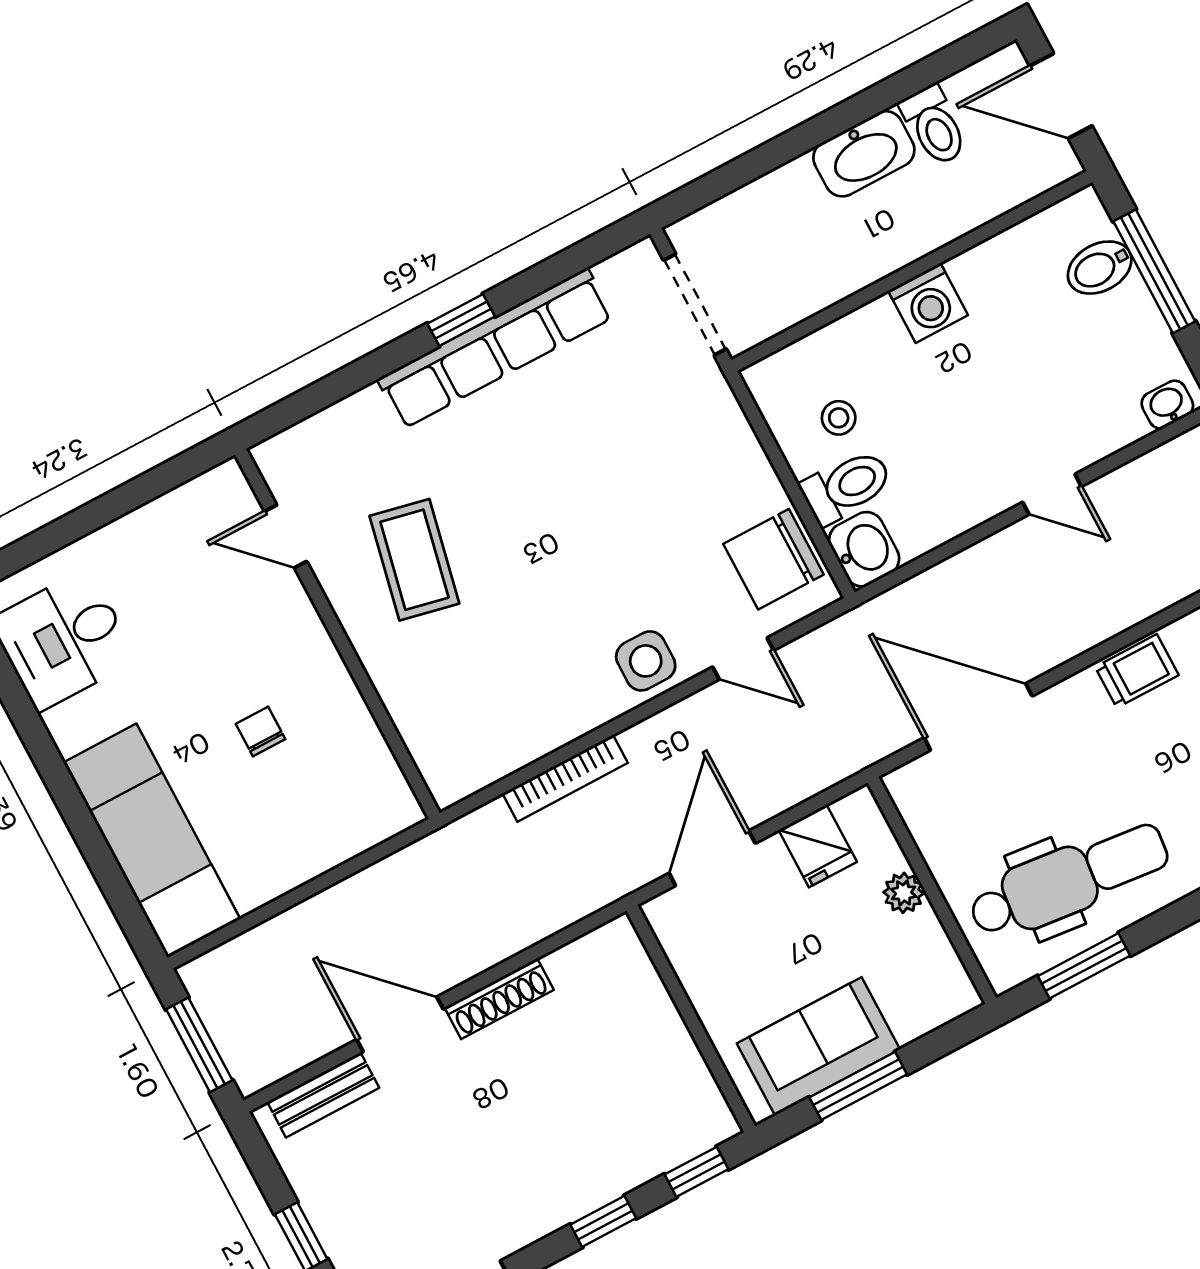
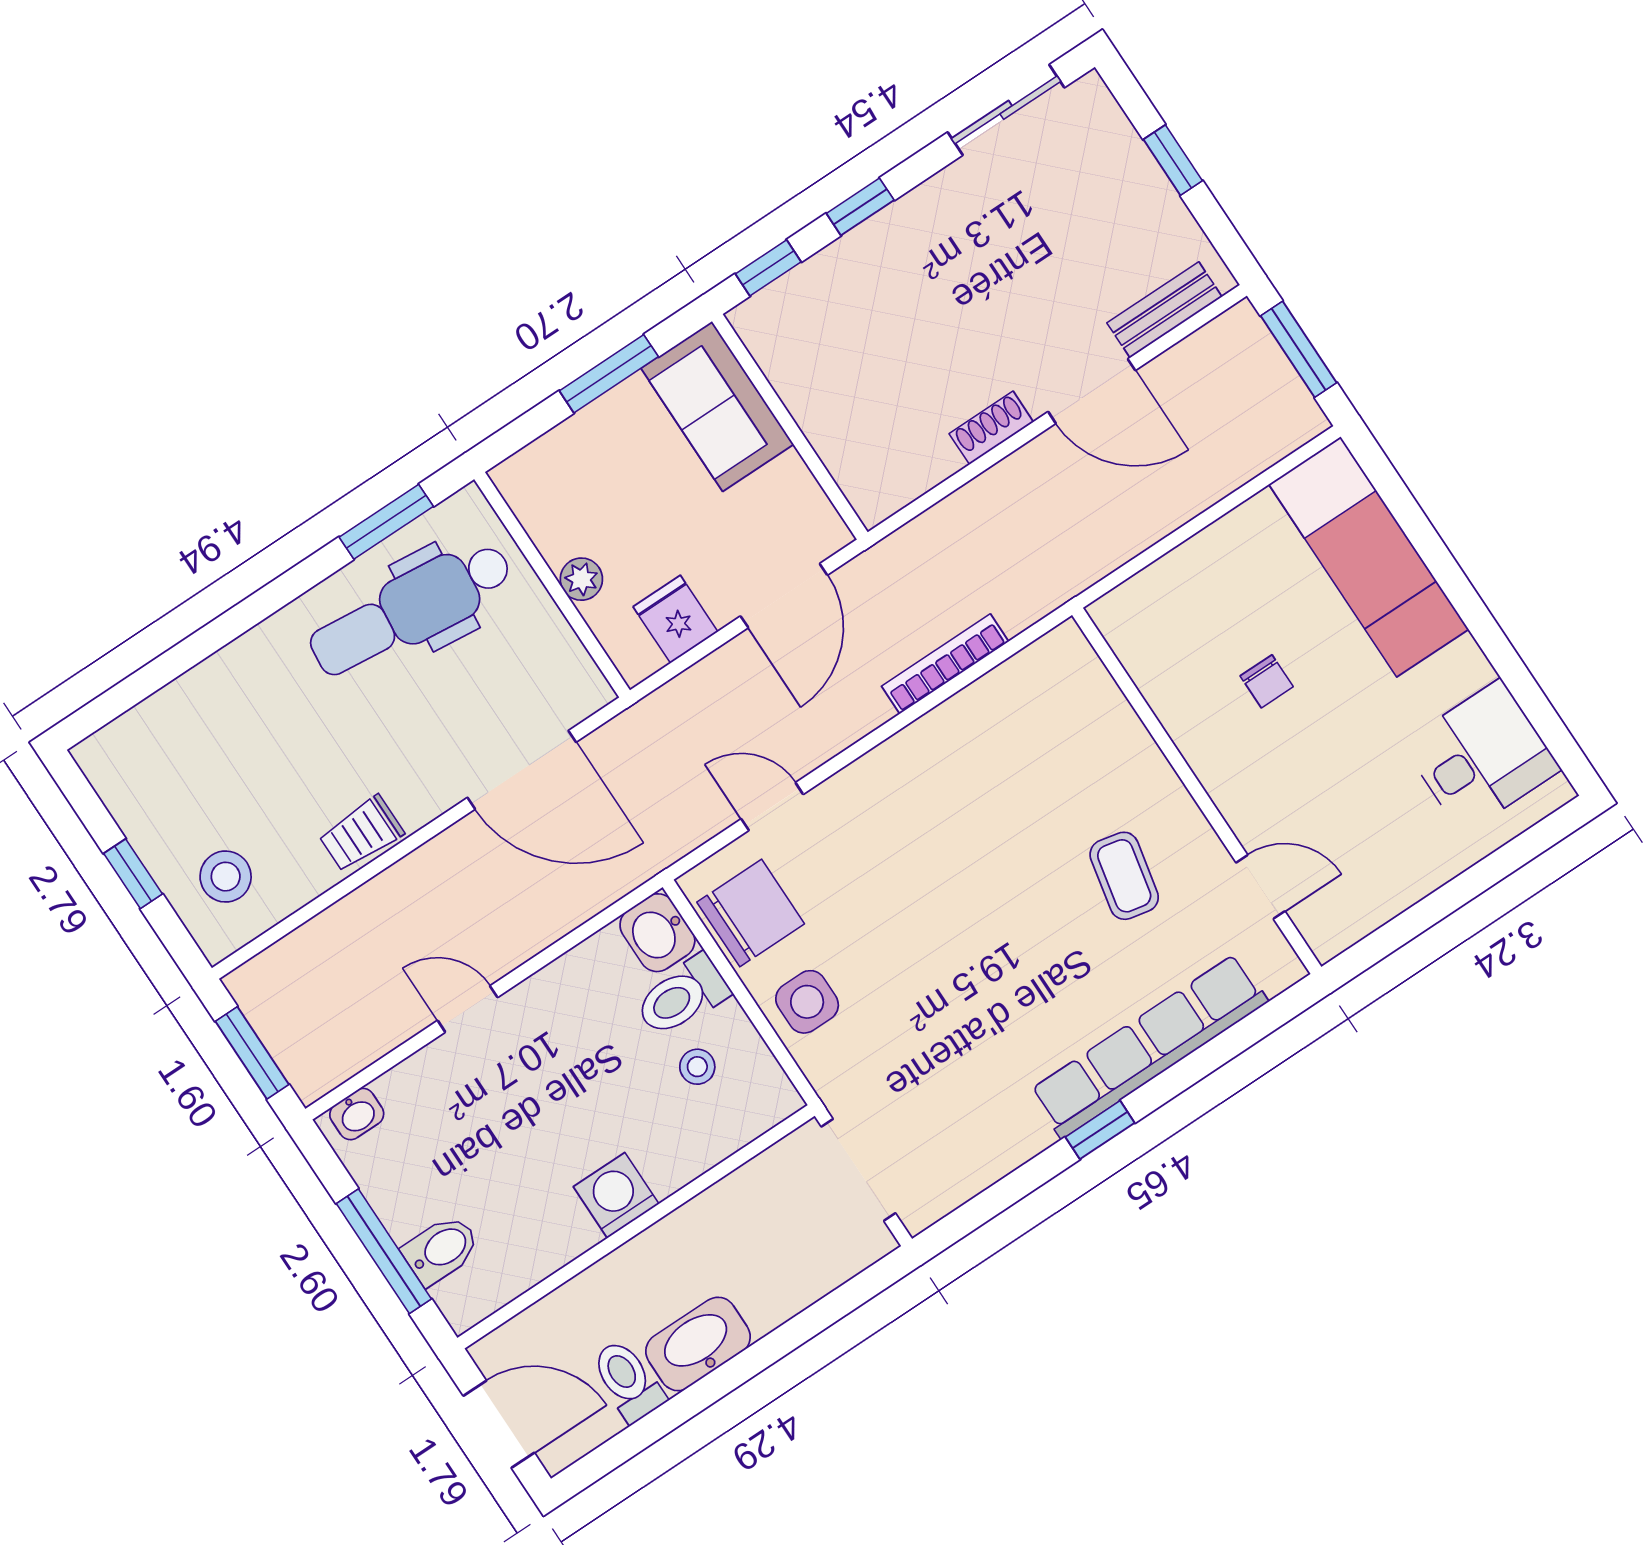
row of seats: (495, 348) -> (1149, 1046), moved
coffee table: (414, 560) -> (1124, 876), width x0.73, depth x0.77
side table: (646, 661) -> (807, 1002), moved
shoe rack: (499, 999) -> (991, 428), width x0.70
sofa: (818, 1046) -> (717, 406), moved, turned 90

